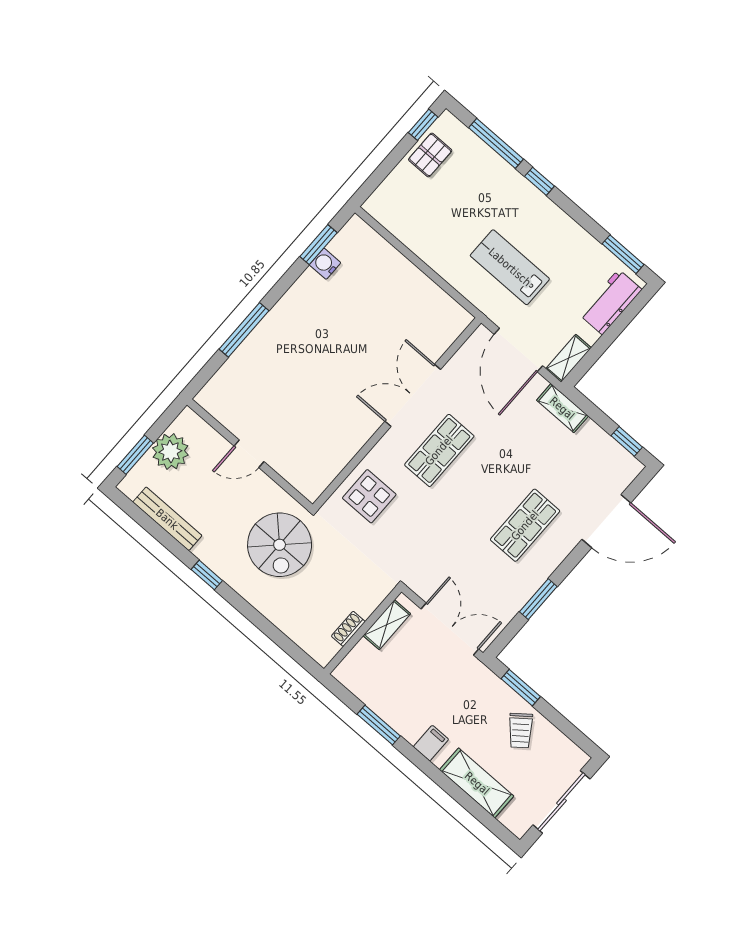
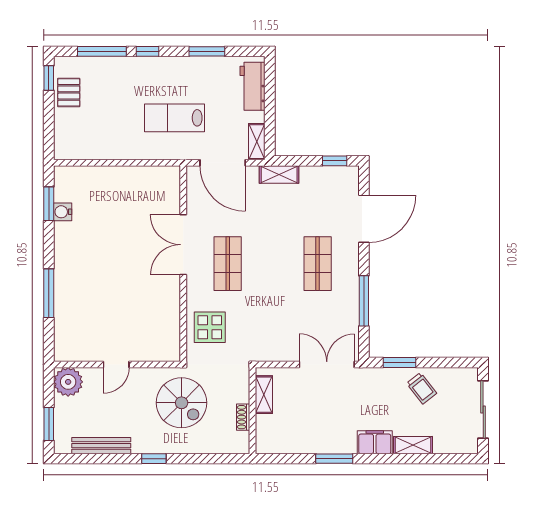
window: (623, 254) -> (207, 51), moved
plant: (170, 451) -> (68, 382), moved
window: (538, 599) -> (364, 301), width x1.44
shelving: (387, 625) -> (264, 395), moved
shoe rack: (348, 629) -> (243, 417), moved
wall: (363, 630) -> (252, 411), moved
filing cabinet: (431, 743) -> (375, 442), width x2.00
shelving: (477, 783) -> (413, 445), width x0.67, depth x0.75

